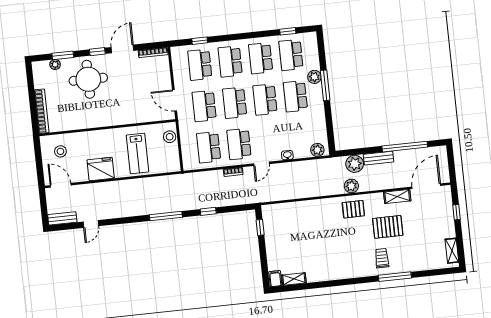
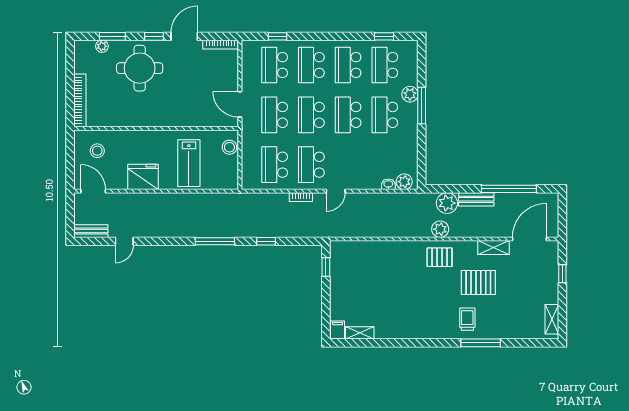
washbasin: (287, 155) -> (388, 184), moved

